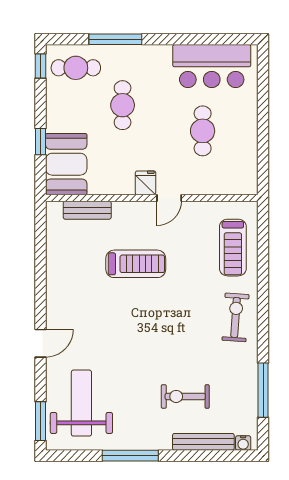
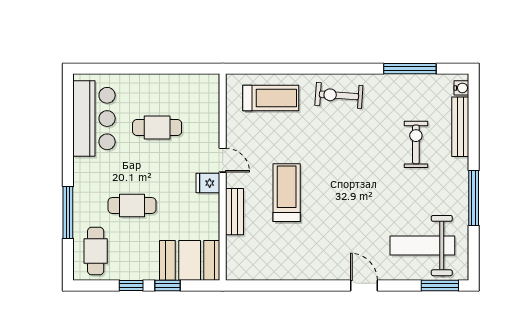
window: (40, 66) -> (131, 285), moved
bench: (87, 210) -> (234, 212), moved
exercise bike: (185, 396) -> (416, 144), turned 180

